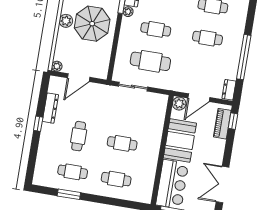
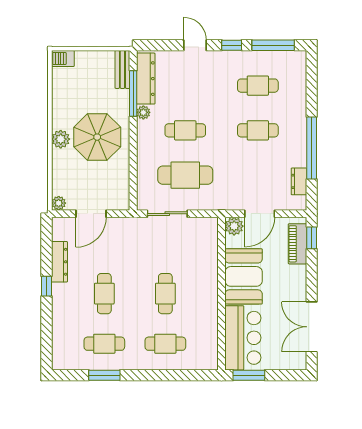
dresser: (229, 90) -> (299, 181), moved
cafe table: (122, 143) -> (165, 294), turned 90

